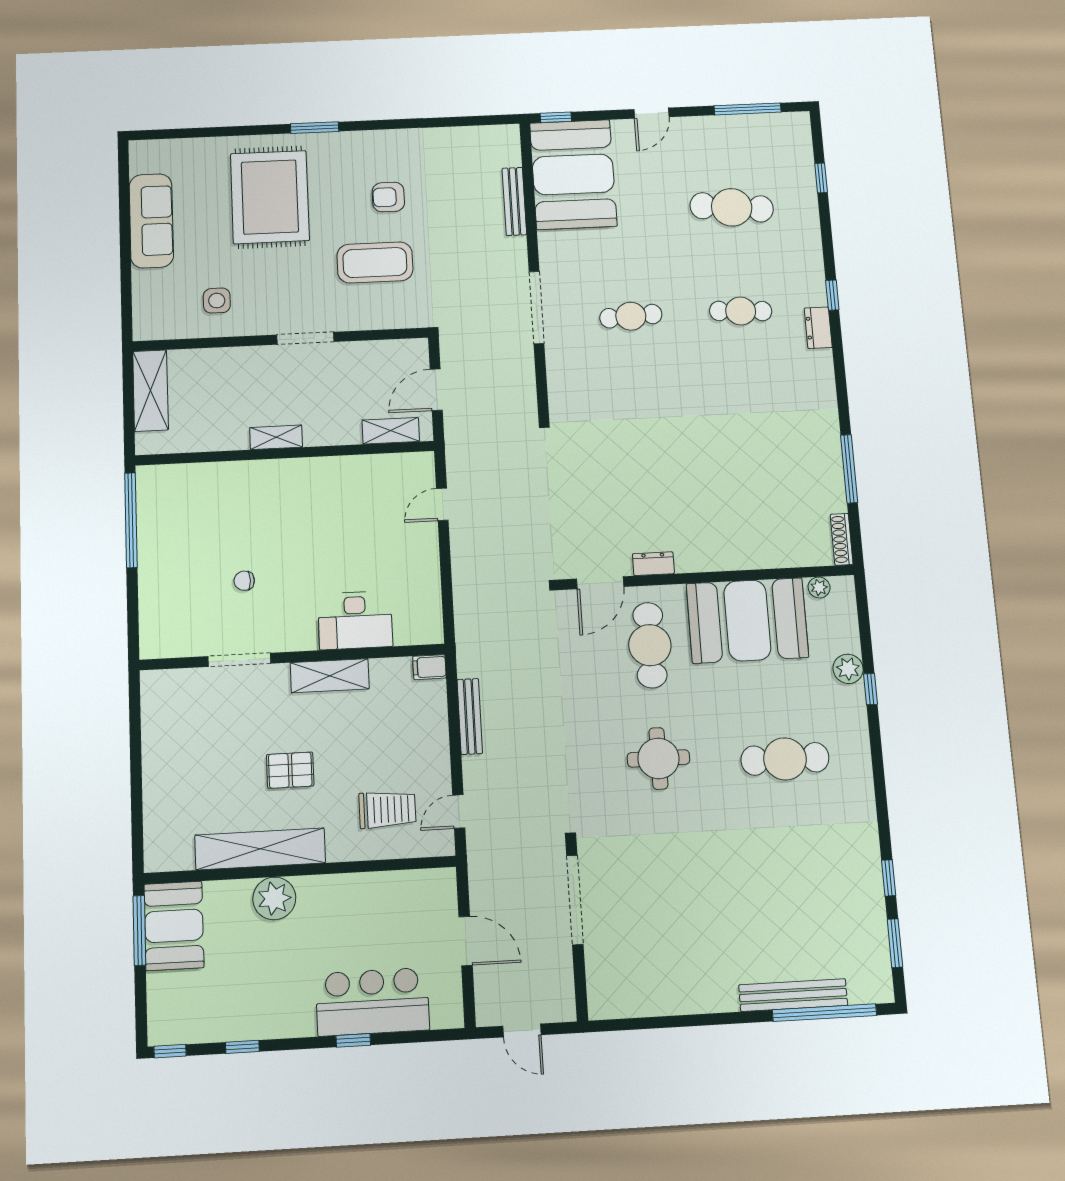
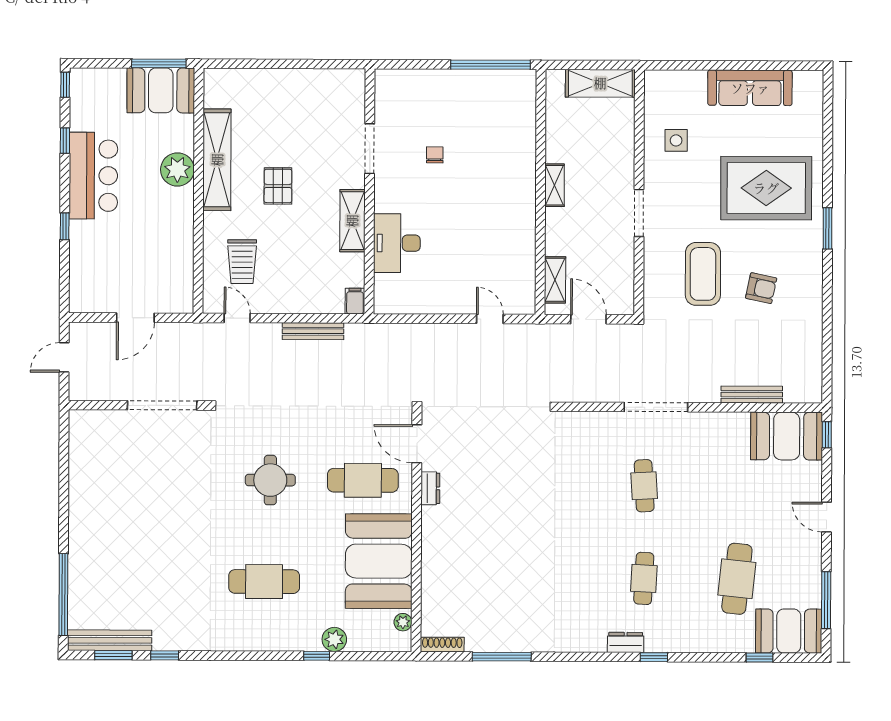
booth: (787, 148) -> (789, 631), added
booth: (573, 174) -> (787, 436), width x0.73, depth x0.70
armchair: (388, 197) -> (761, 288), turned 102
cafe table: (785, 759) -> (264, 582), turned 90
bench: (793, 995) -> (110, 640), moved, turned 90
bar counter: (372, 1002) -> (93, 176), moved

